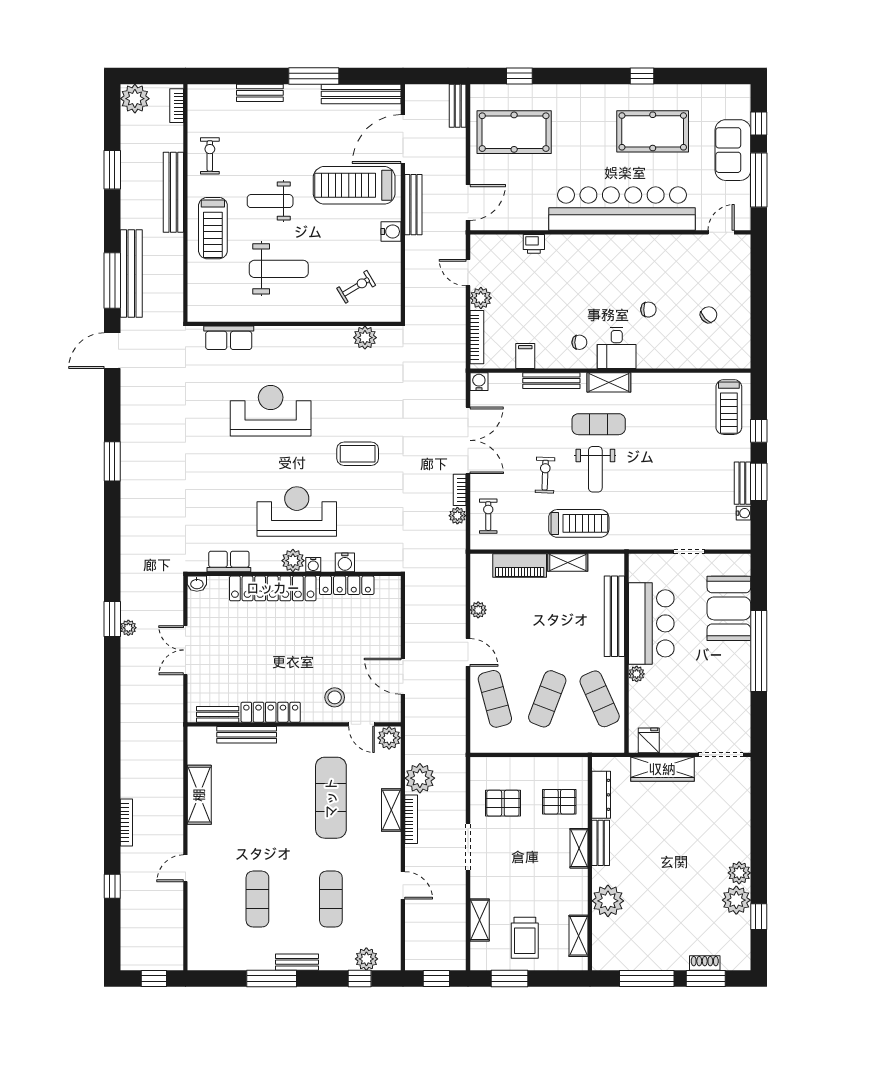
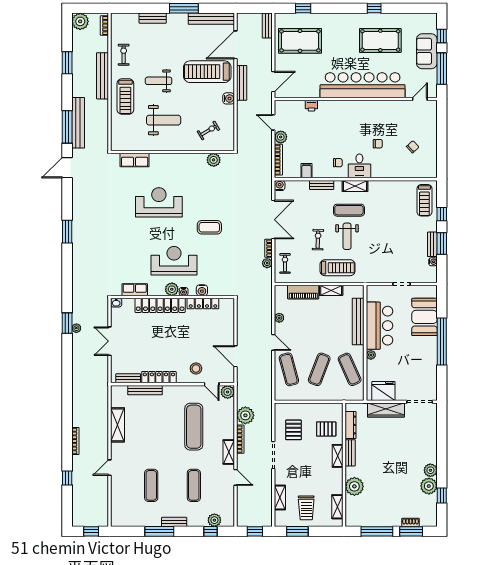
bench: (551, 381) -> (322, 185), width x0.73
fridge: (649, 740) -> (383, 391), width x1.88, depth x1.34
pallet: (503, 803) -> (294, 430), turned 90
shelving: (391, 810) -> (229, 452), moved

